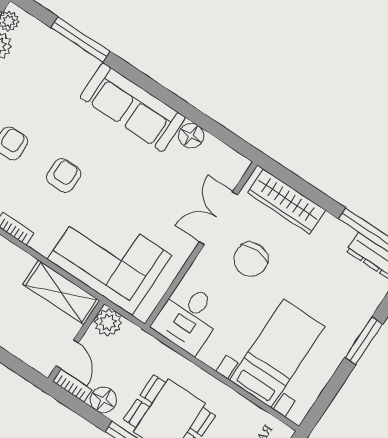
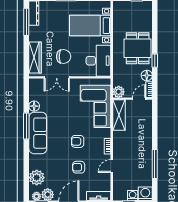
window: (80, 40) -> (26, 126), moved
plant: (46, 46) -> (37, 178), added
desk: (188, 318) -> (98, 61), width x1.37

